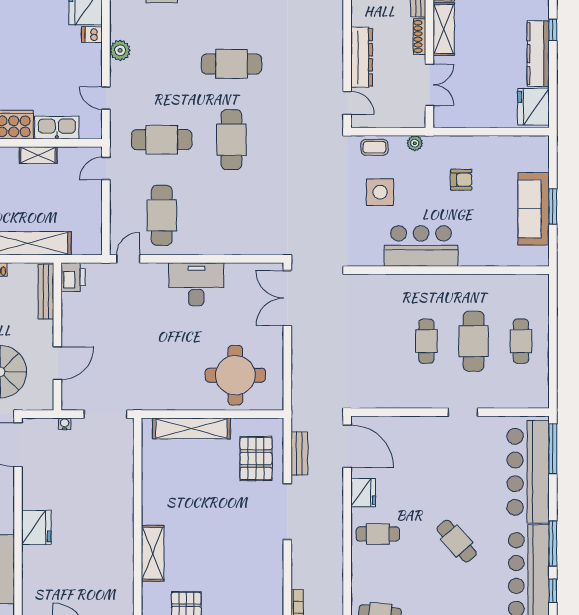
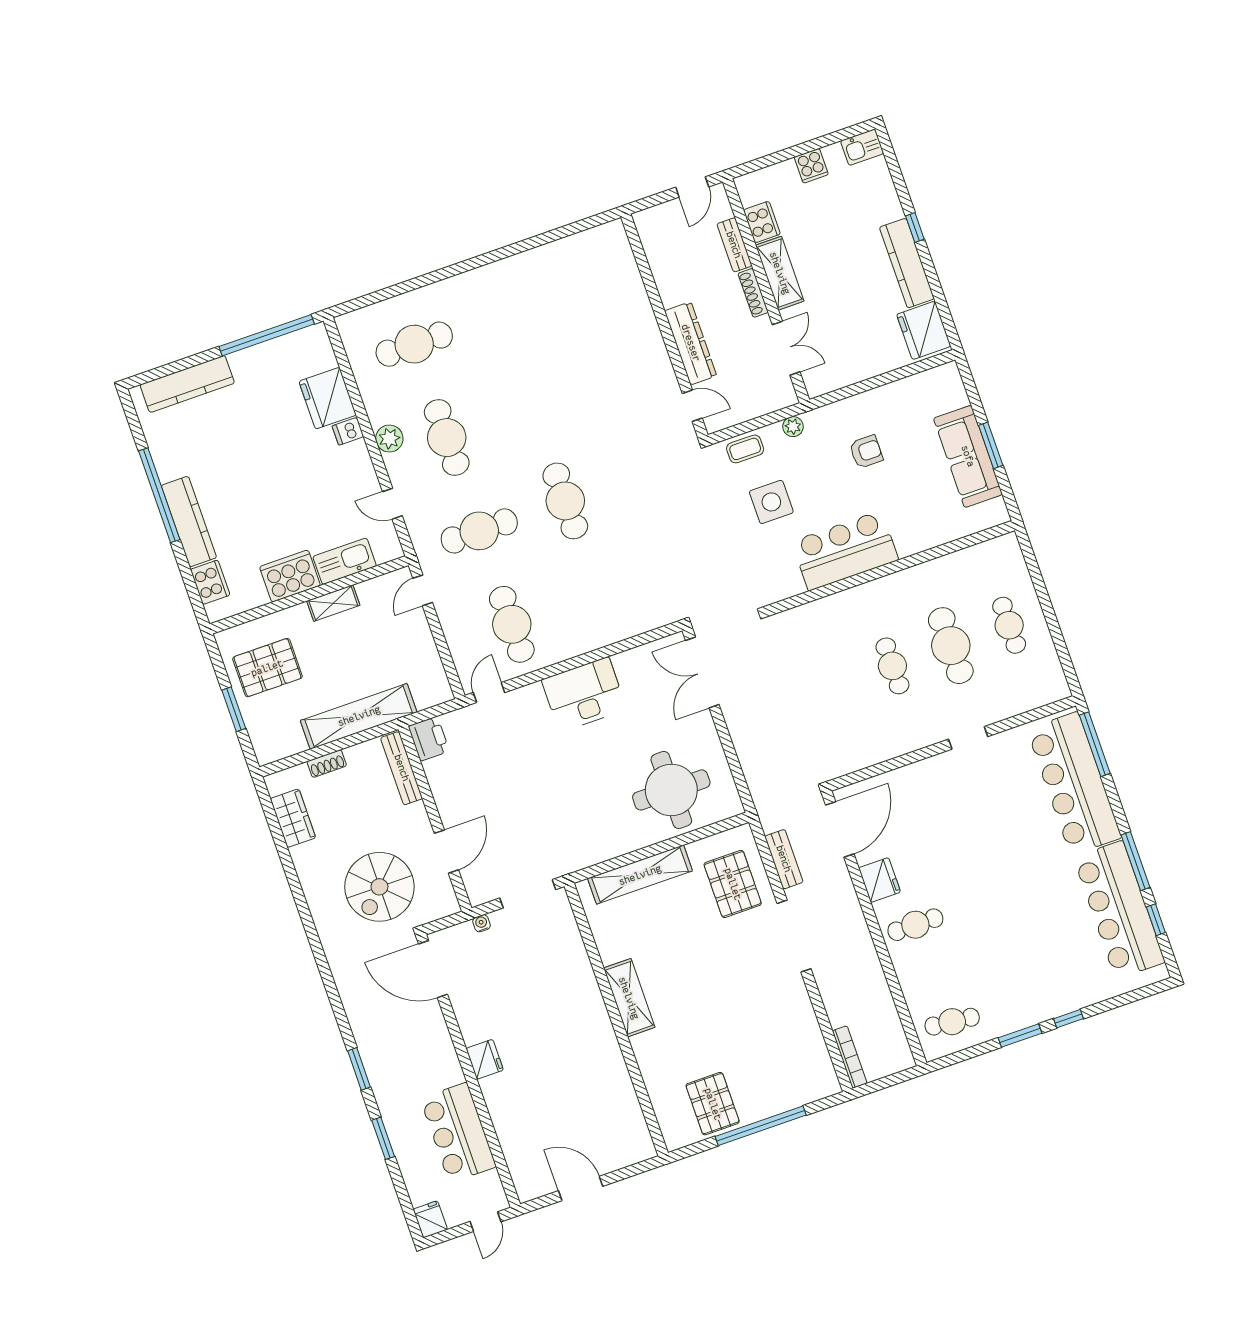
cafe table: (231, 64) -> (447, 438), moved, turned 90
door: (347, 446) -> (840, 829), hinge flipped
fridge: (36, 527) -> (485, 1059), width x0.73, depth x0.75
cafe table: (457, 541) -> (1016, 900), removed
shelving: (153, 553) -> (629, 998), moved

